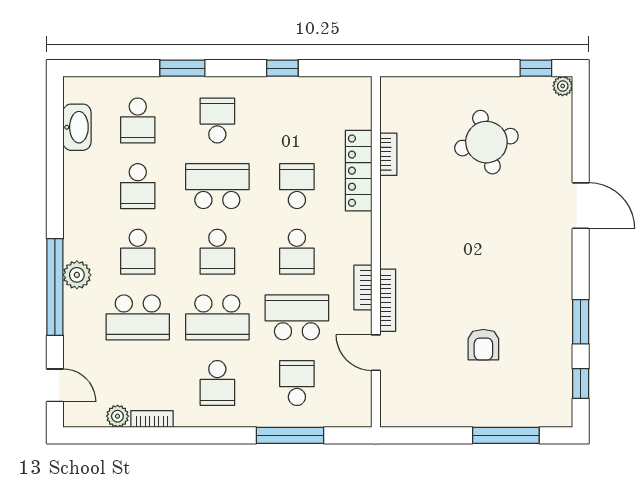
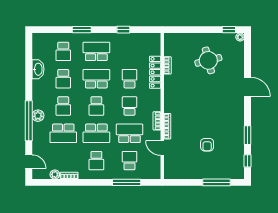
school desk: (217, 120) -> (96, 51), width x1.85
washbasin: (77, 127) -> (38, 69), moved
school desk: (297, 252) -> (129, 106), turned 180

